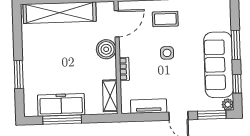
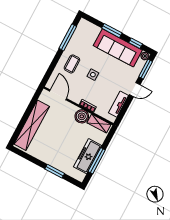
boiler: (106, 49) -> (82, 116), moved

